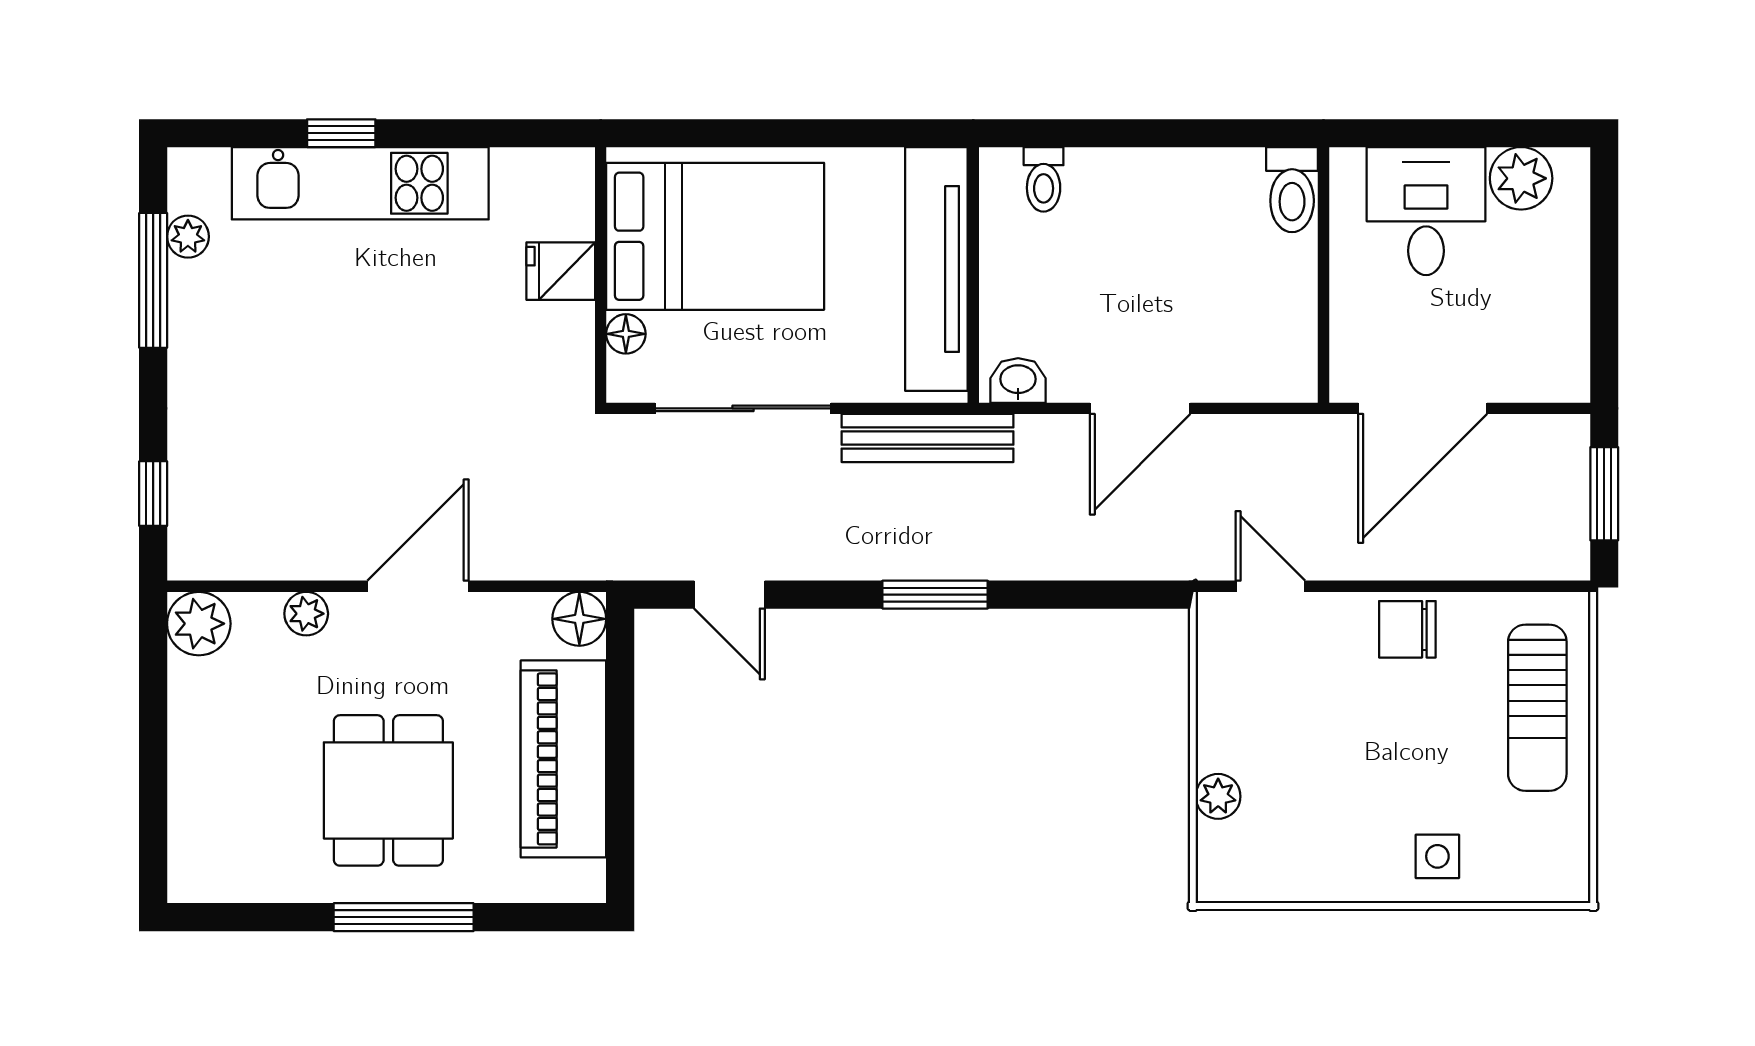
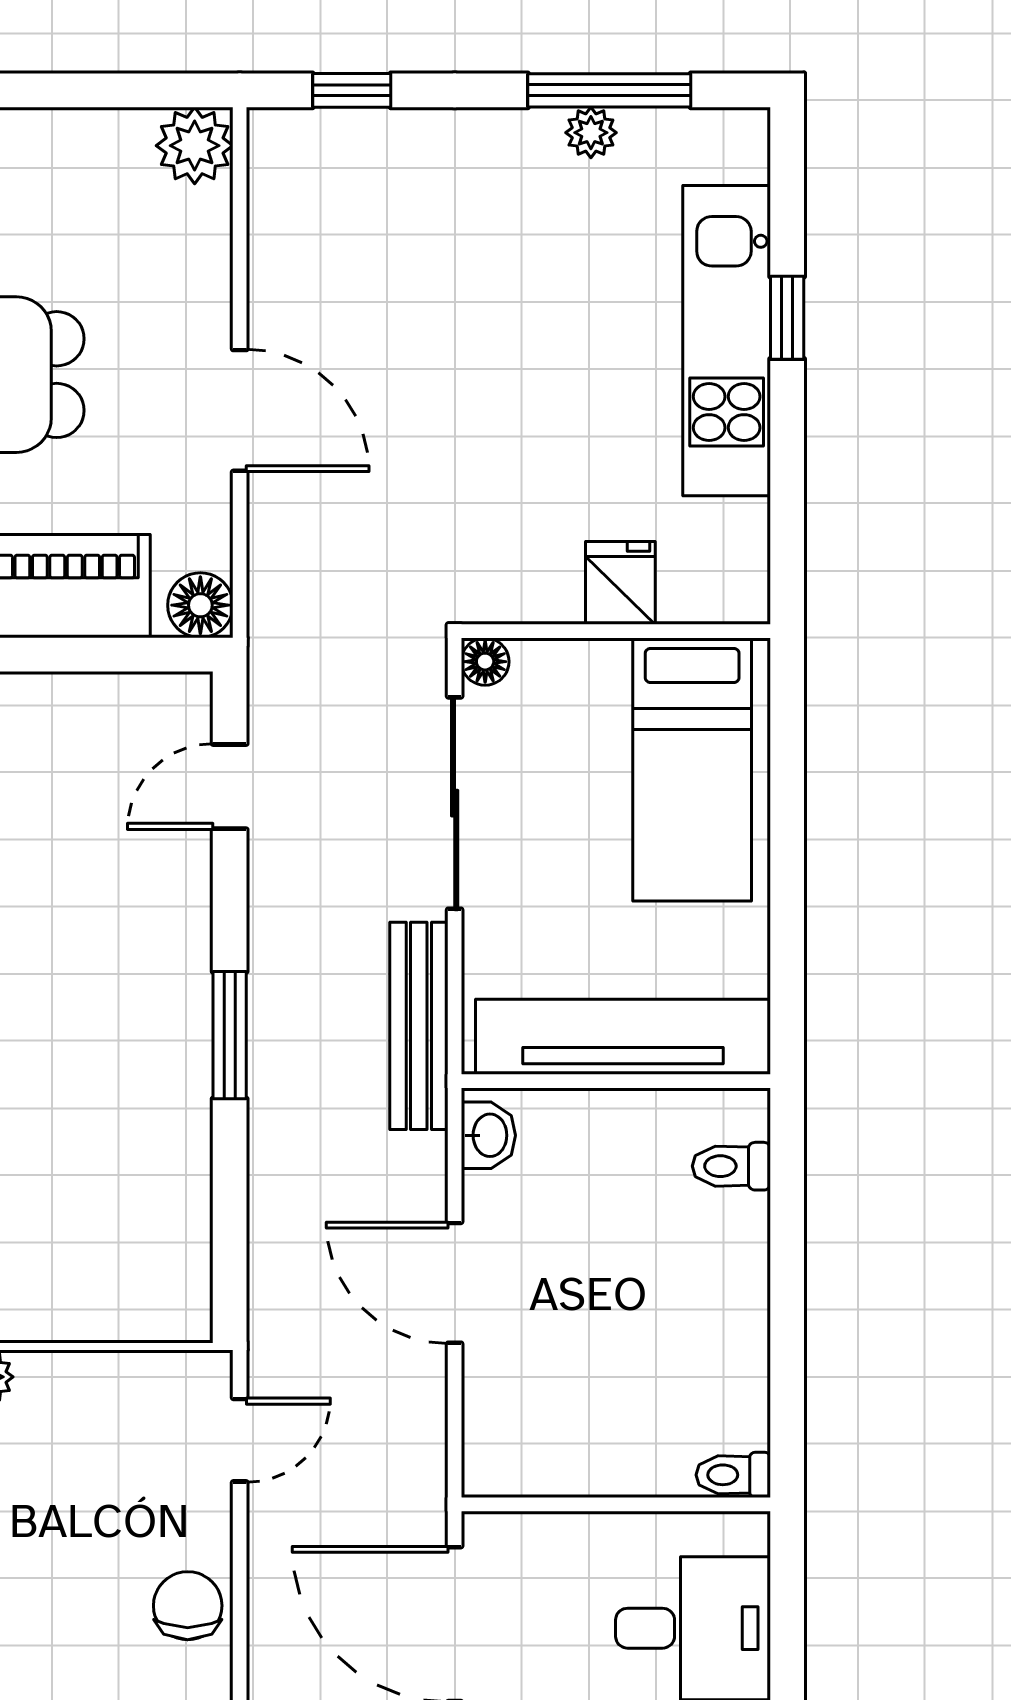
toilet: (1292, 190) -> (733, 1475), width x0.73, depth x0.72
bed: (715, 236) -> (692, 769), width x0.67
plant: (188, 237) -> (591, 133), moved
floor lamp: (626, 334) -> (485, 662), moved
plant: (306, 614) -> (207, 275), removed

